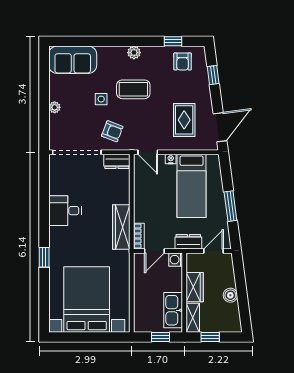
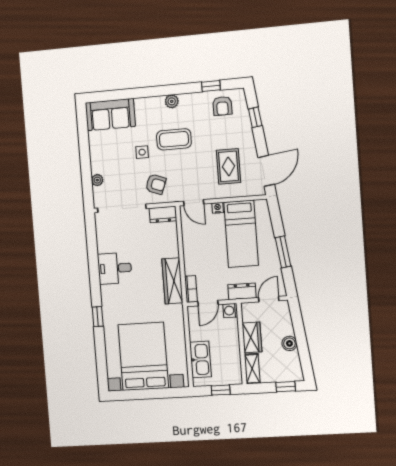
plant: (55, 107) -> (97, 180), moved
kitchen sink: (173, 310) -> (201, 359), moved, turned 180
window: (210, 337) -> (286, 387), moved

